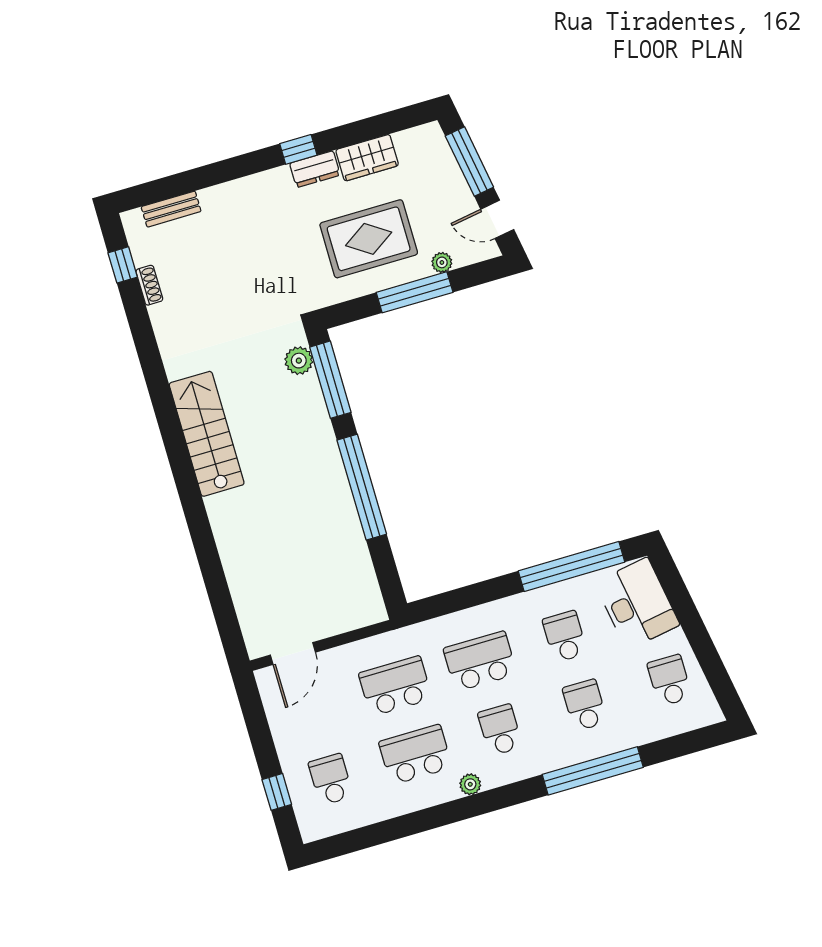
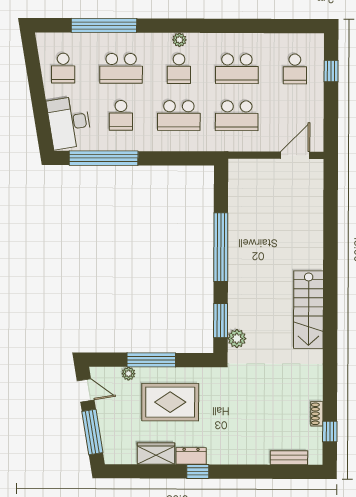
window: (330, 380) -> (221, 321), width x0.69
school desk: (585, 705) -> (121, 68), width x1.85
window: (593, 771) -> (104, 25), moved
plant: (470, 784) -> (179, 40), moved

